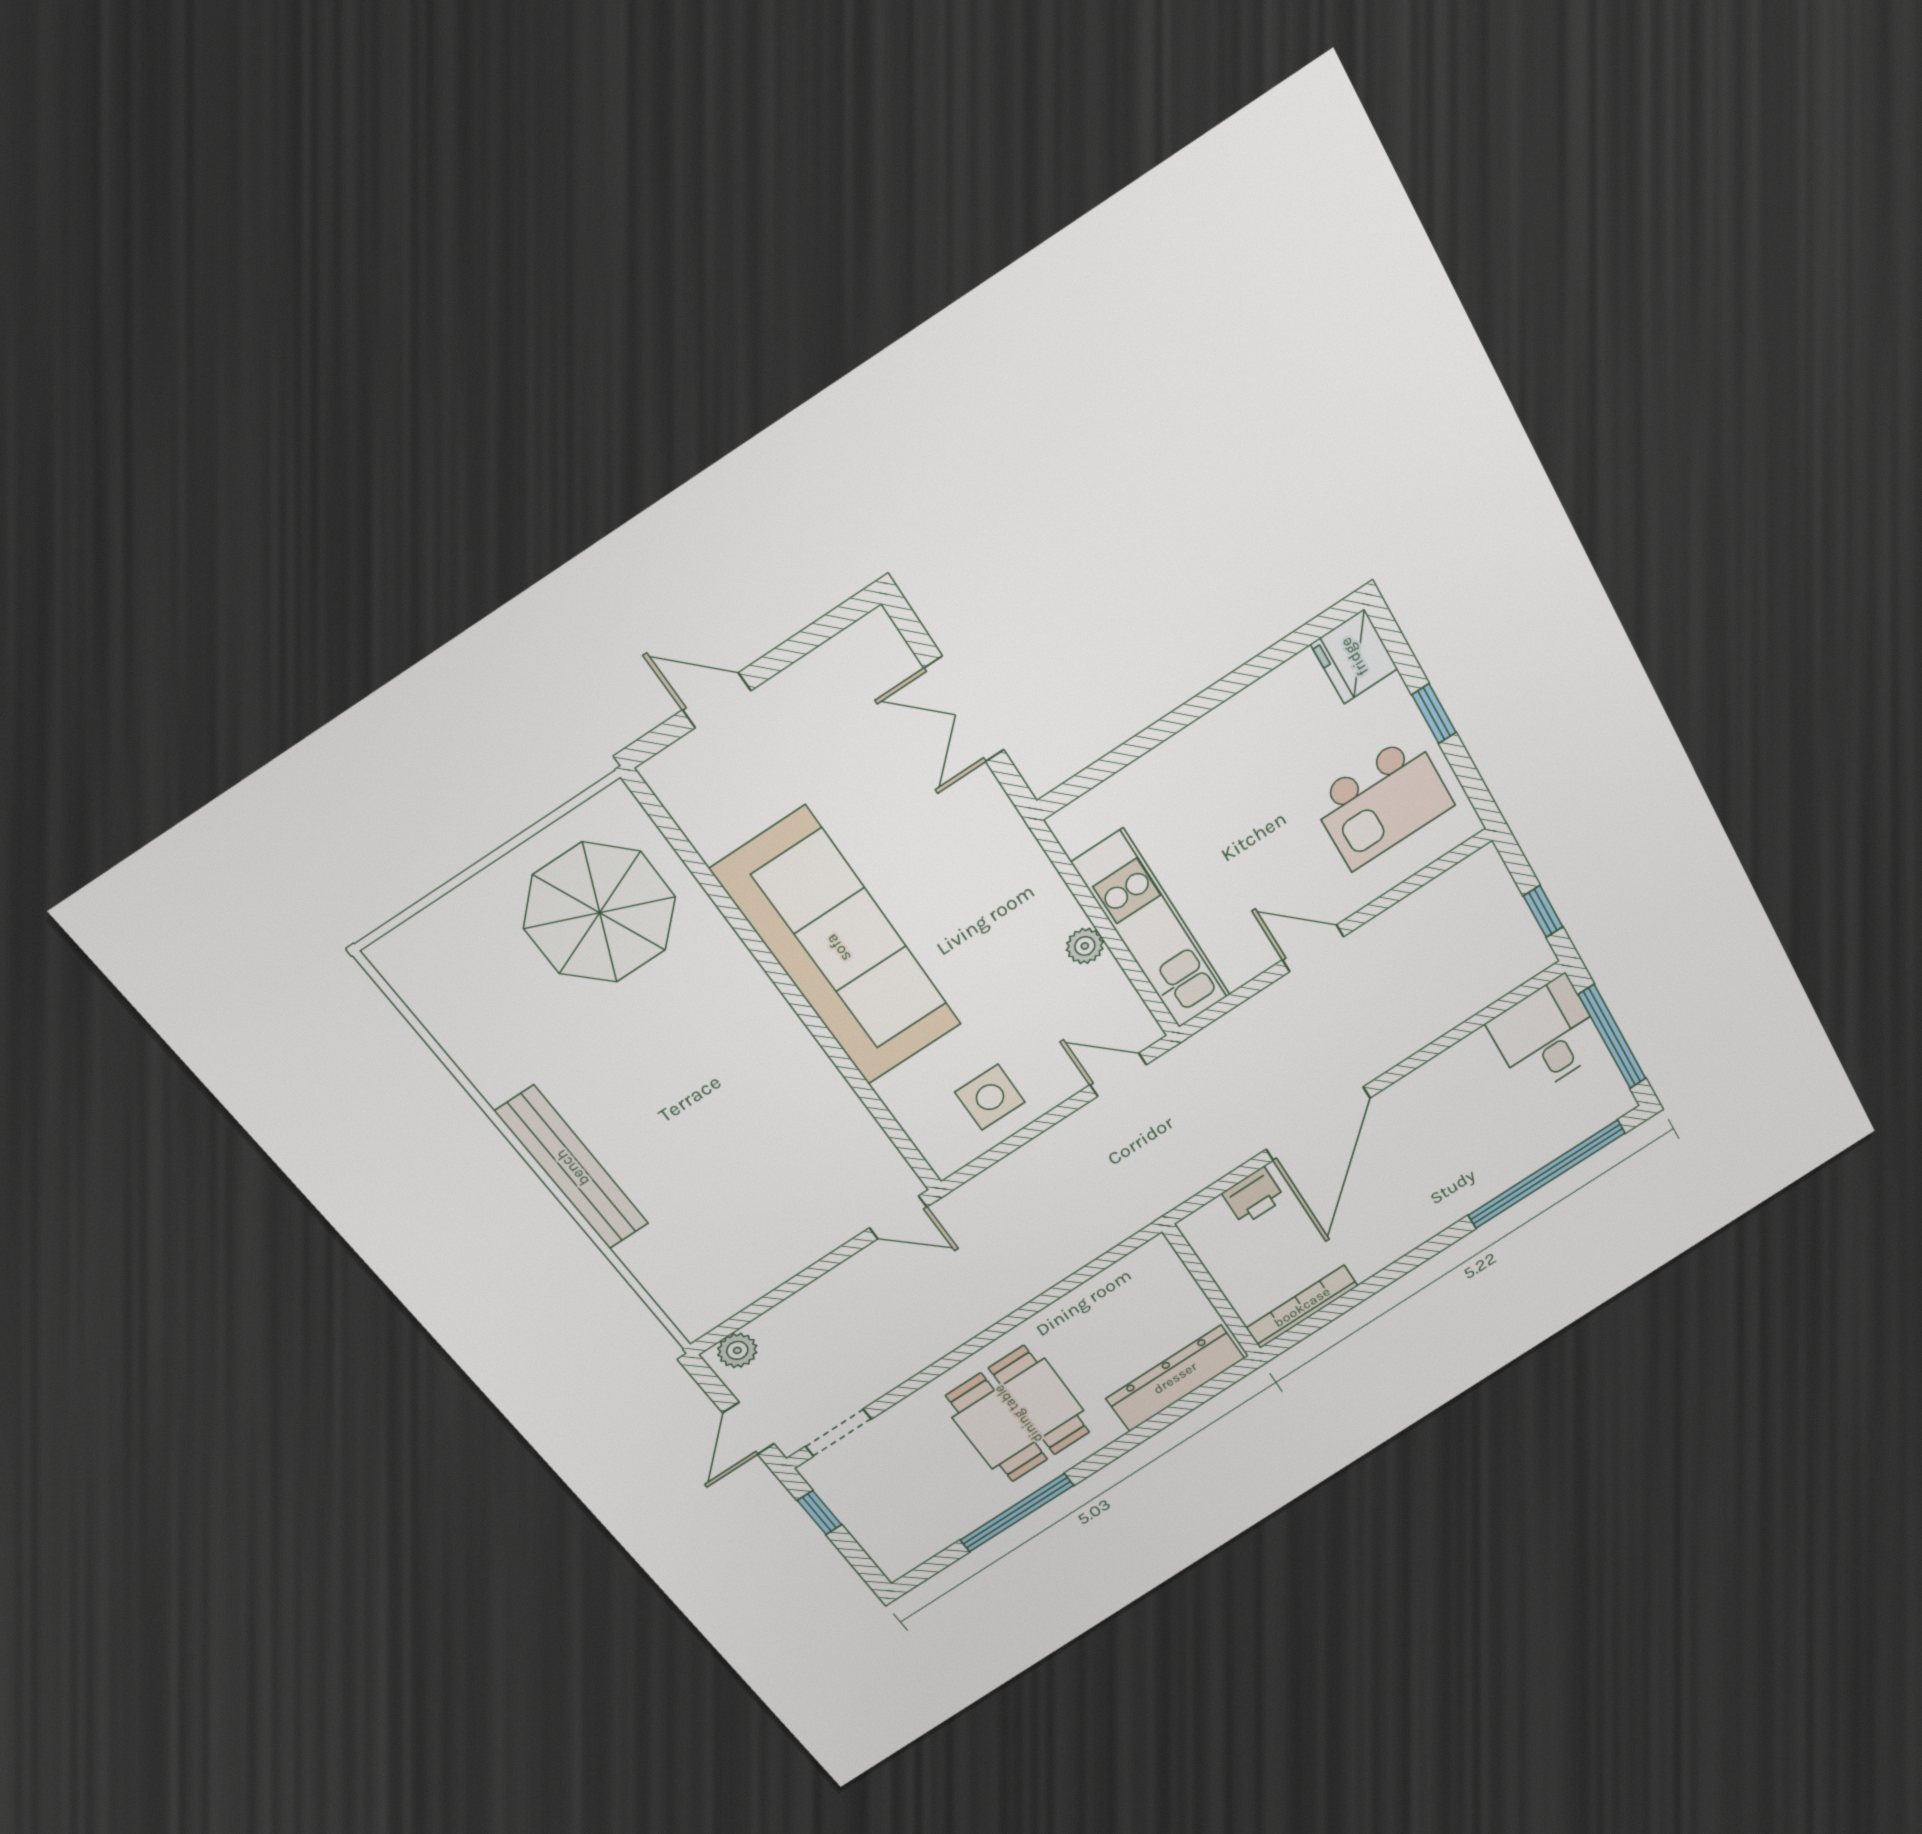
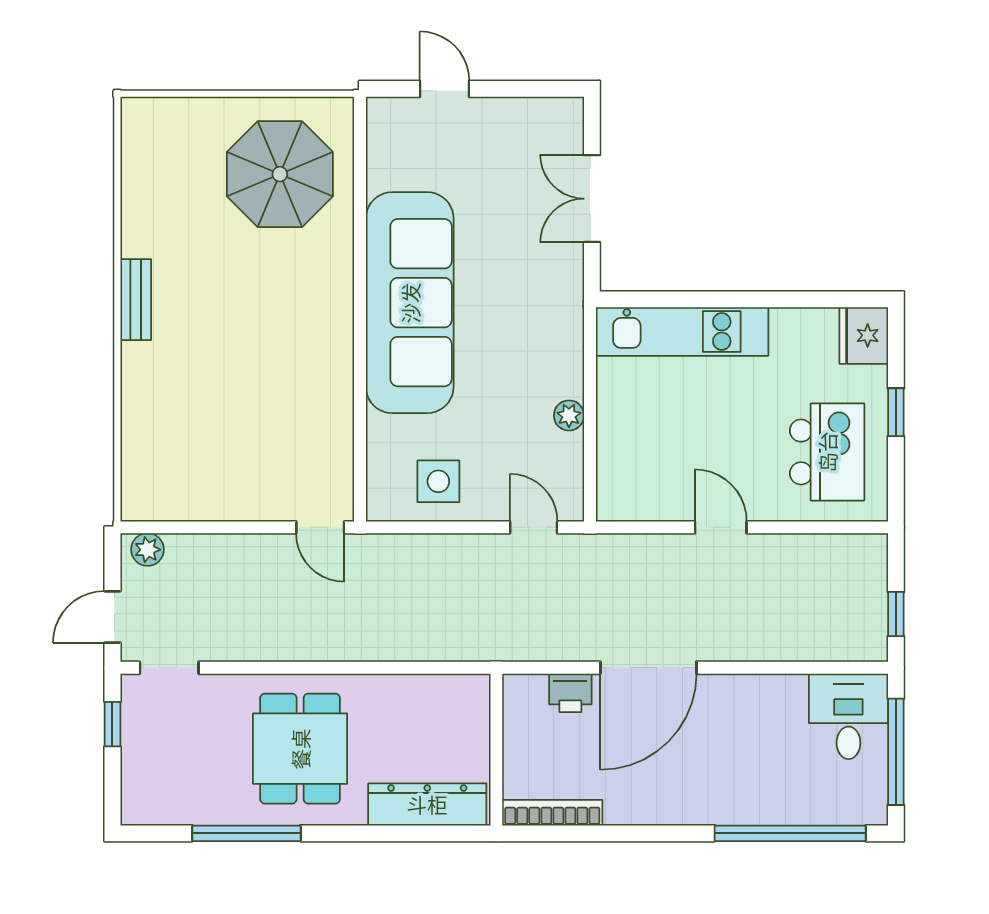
kitchen island: (1382, 802) -> (827, 452), turned -90
kitchen unit: (1152, 930) -> (682, 331), moved, turned 90
bench: (572, 1168) -> (136, 300), width x0.54, depth x0.82

